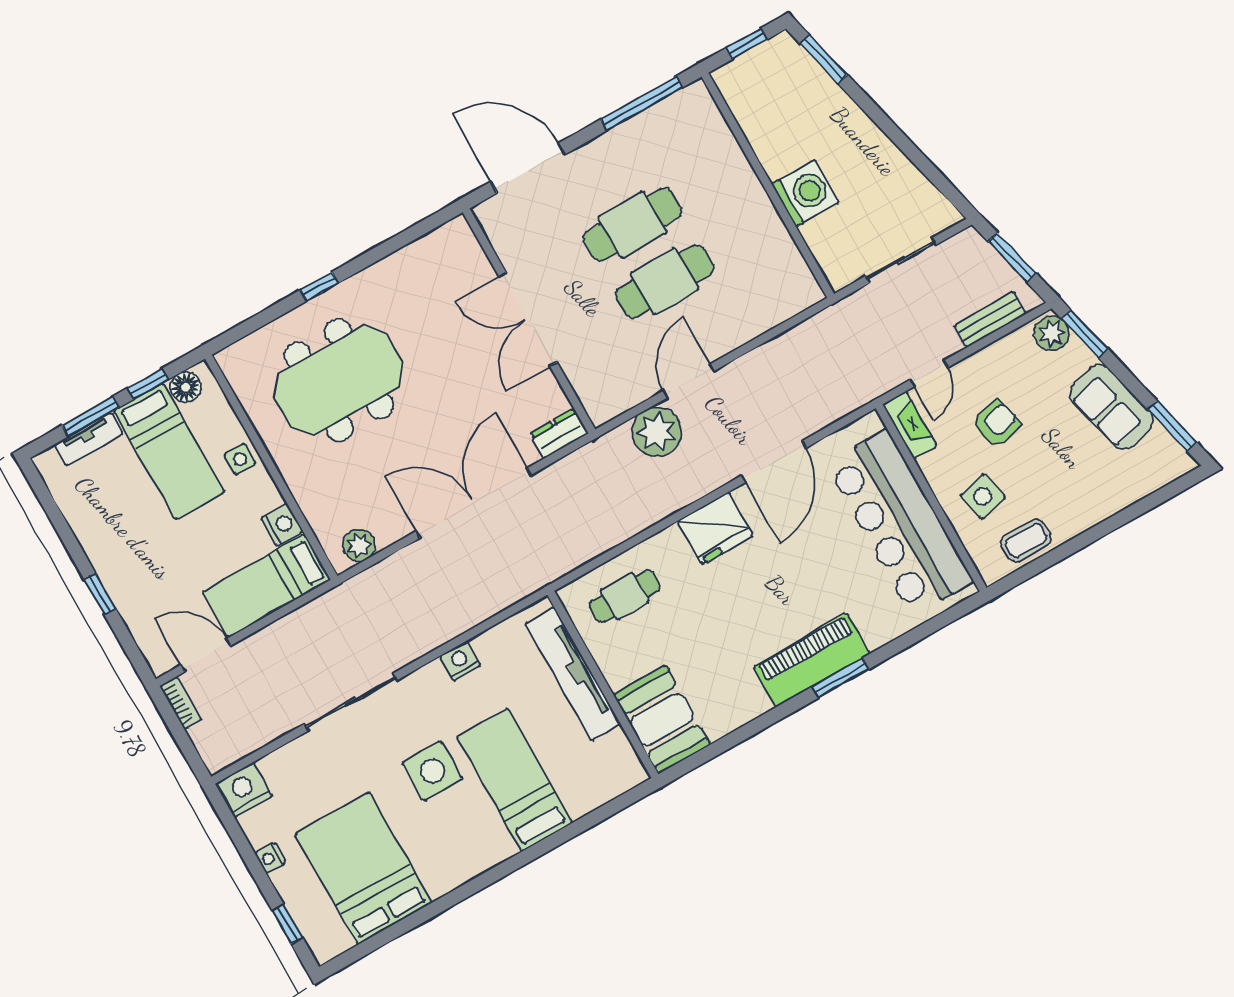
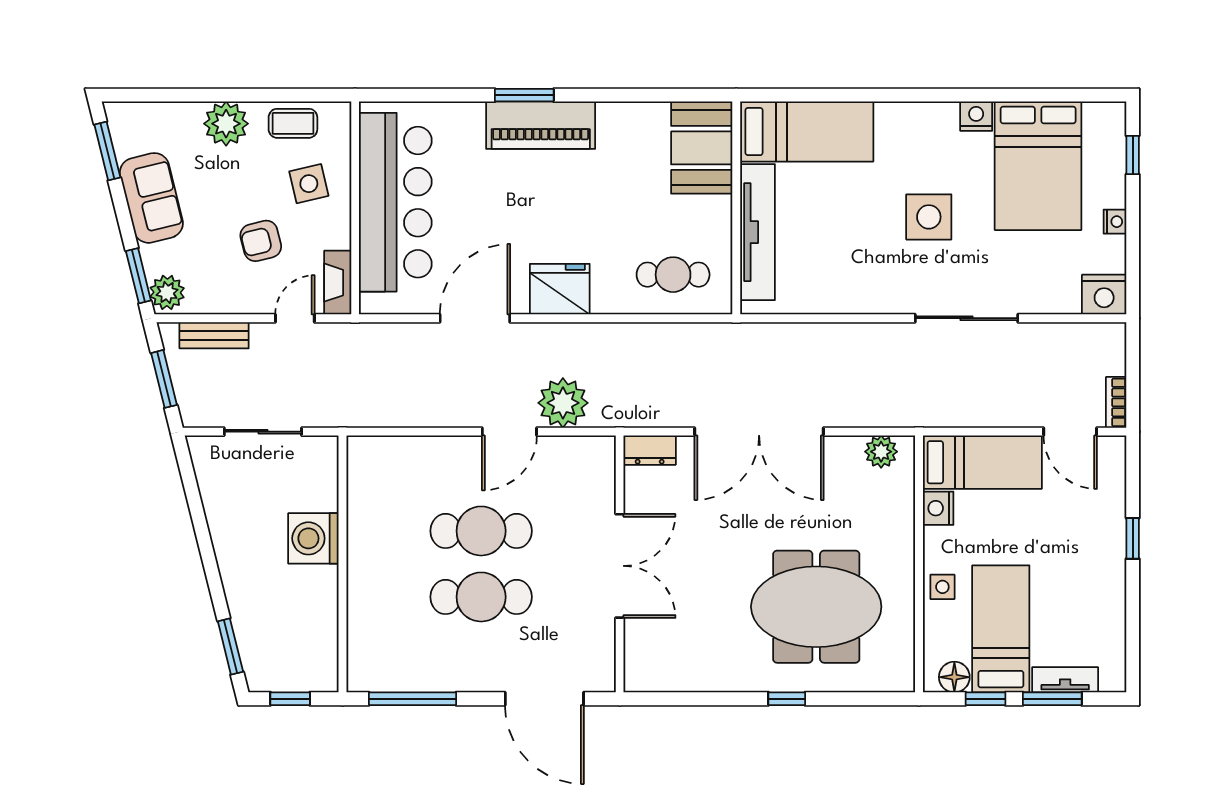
plant: (1084, 507) -> (226, 124), added
nightstand: (460, 661) -> (976, 116), moved, turned 180
bed: (515, 780) -> (807, 132), moved, turned -90

